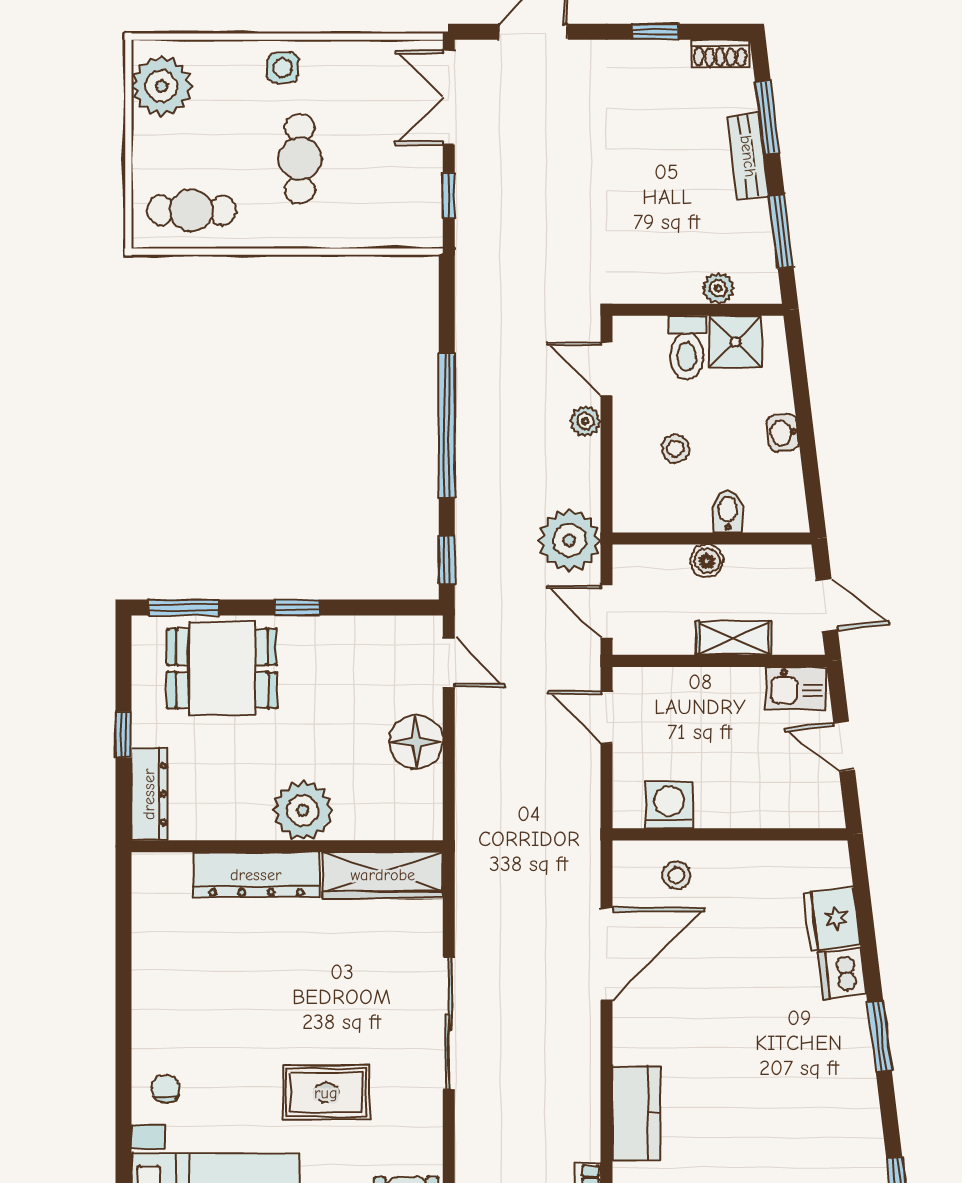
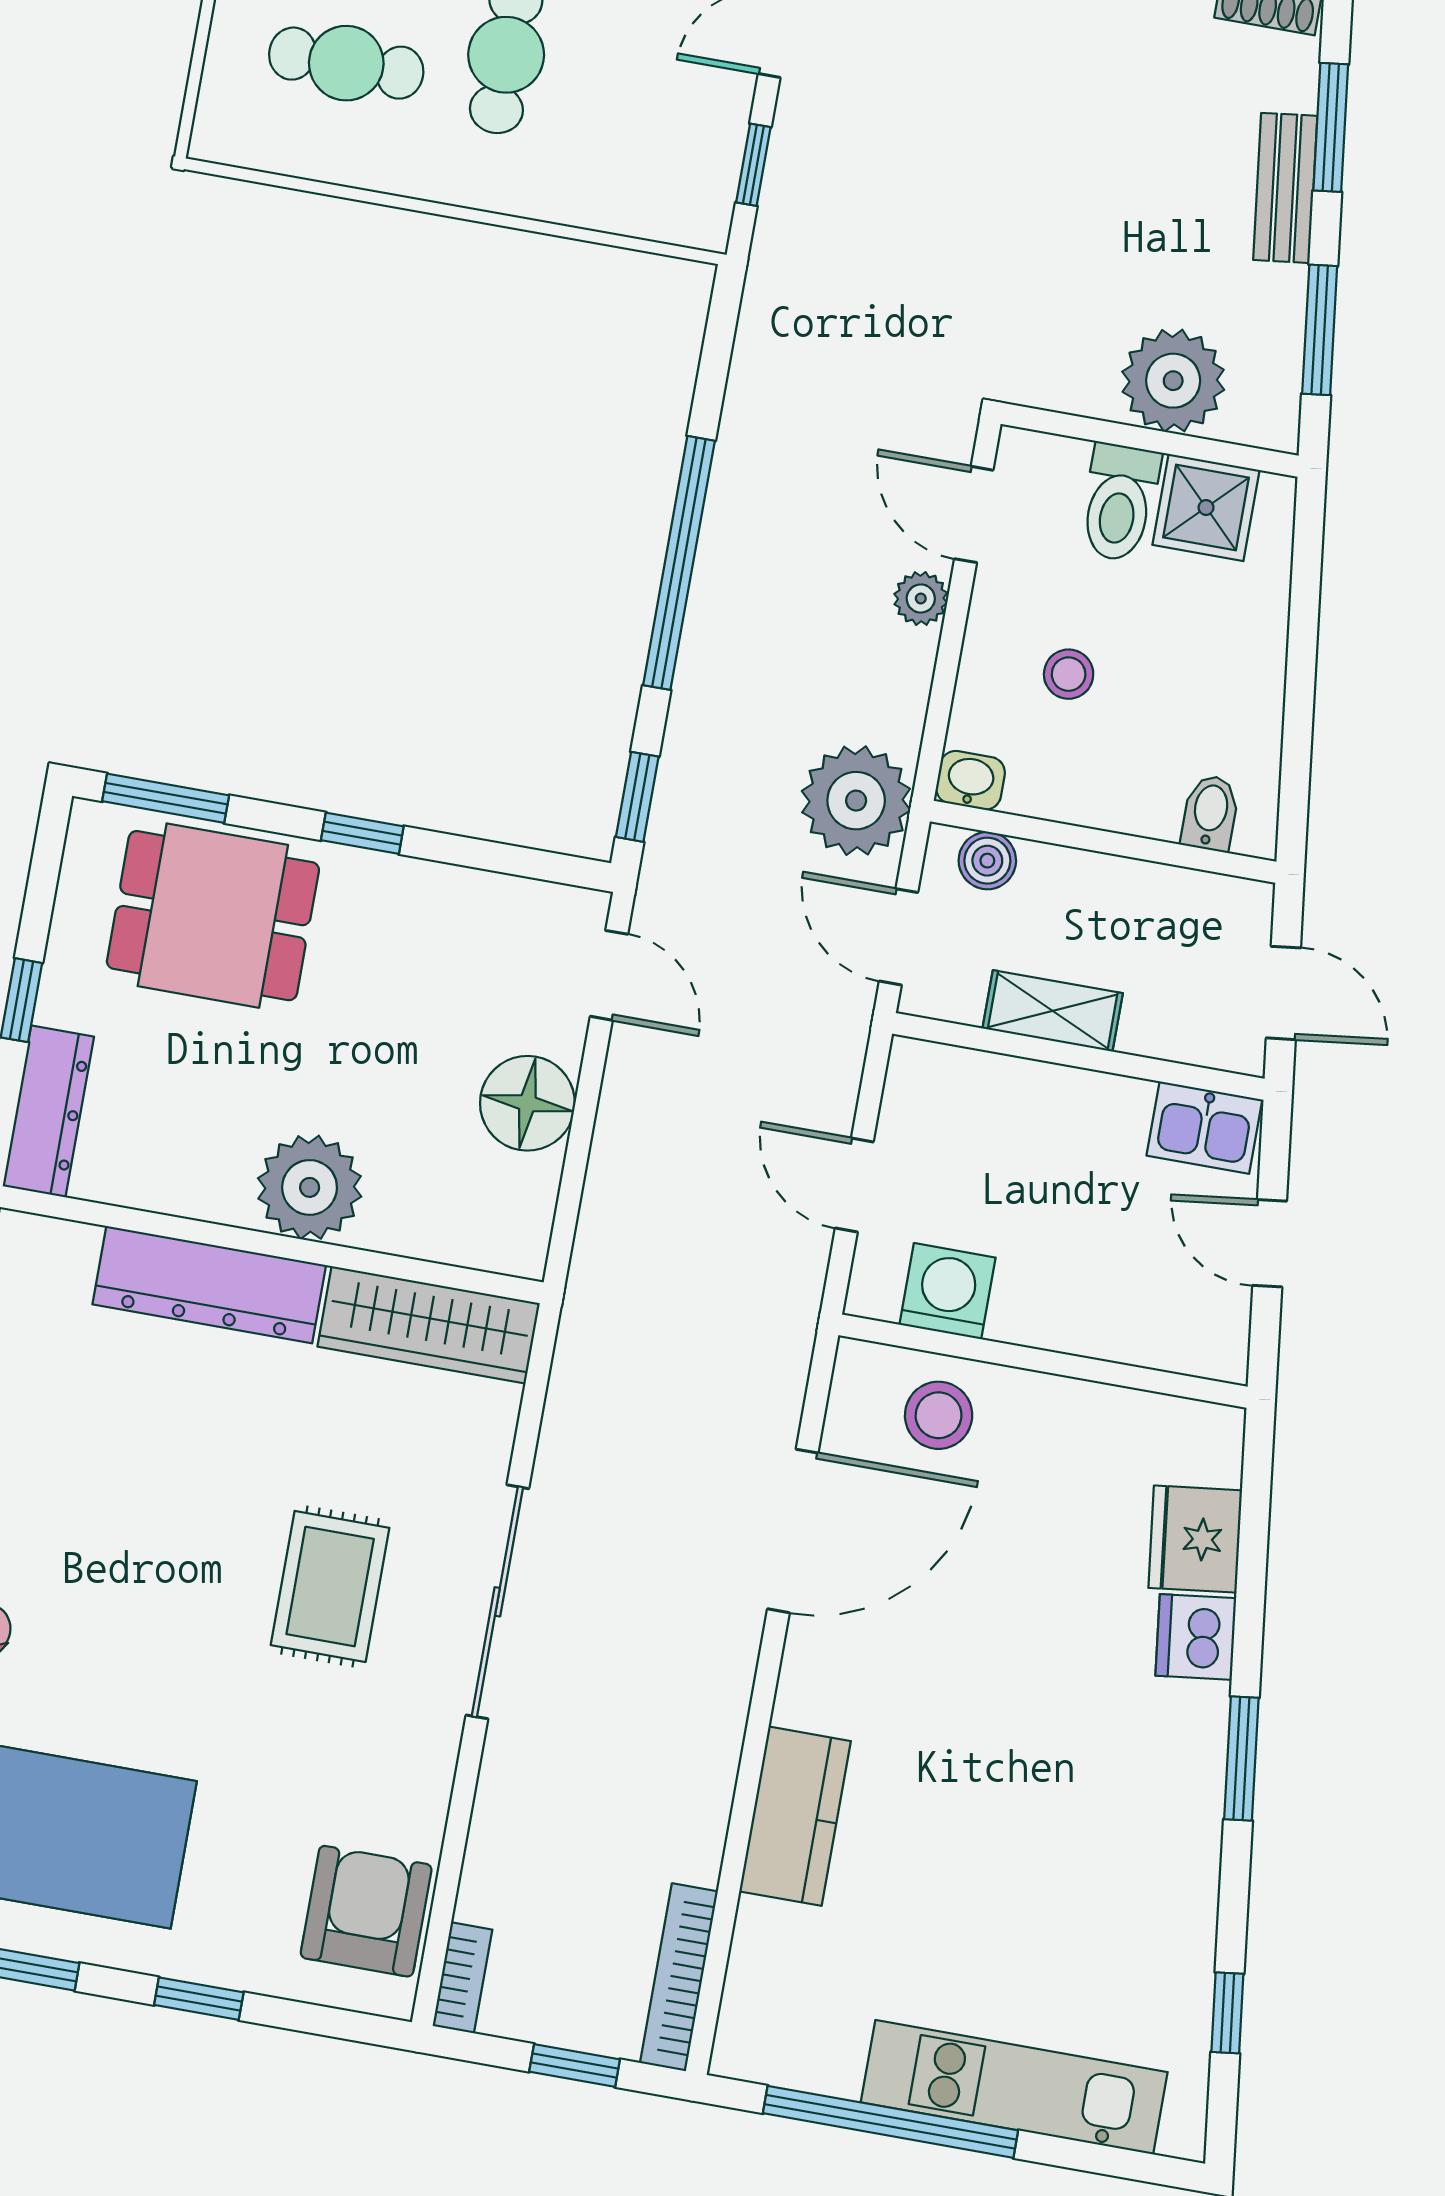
cafe table: (191, 210) -> (346, 63), moved
plant: (718, 288) -> (1173, 381), width x1.88, depth x1.88
washbasin: (783, 433) -> (970, 780), moved, turned 97
bidet: (728, 512) -> (1210, 813), moved
boiler: (707, 561) -> (987, 861), moved
shelving: (734, 638) -> (1053, 1011), moved
door: (607, 717) -> (854, 1185), moved
stool: (676, 875) -> (939, 1415), width x1.37, depth x1.37
rug: (326, 1093) -> (330, 1586), moved, turned 90

